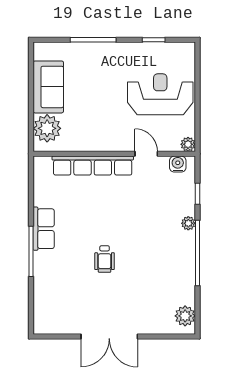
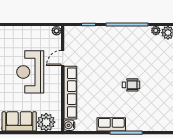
reception desk: (160, 94) -> (30, 72), moved
water cooler: (178, 164) -> (69, 125), moved
plant: (188, 223) -> (156, 31), moved

